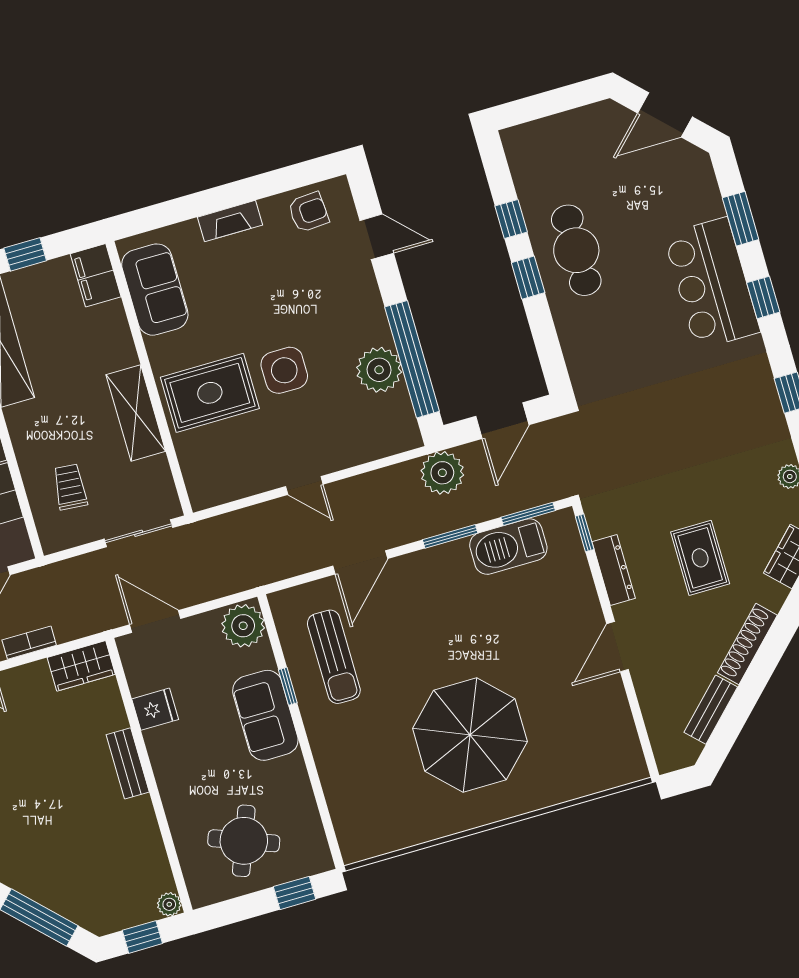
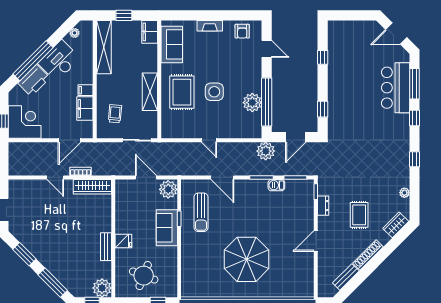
armchair: (308, 212) -> (242, 31), turned 94
window: (741, 219) -> (415, 84), width x1.44
cafe table: (576, 250) -> (345, 77), removed
window: (528, 278) -> (323, 109), moved
bar counter: (712, 283) -> (396, 88), moved
rug: (210, 393) -> (182, 92), turned 90
barbecue: (508, 547) -> (276, 185), width x0.53, depth x0.65
door: (360, 562) -> (222, 177), hinge flipped
dresser: (614, 570) -> (323, 206), width x0.70
door: (155, 622) -> (146, 177), moved
wardrobe: (81, 666) -> (92, 187), width x1.50
fridge: (155, 709) -> (123, 241), moved
bench: (128, 763) -> (106, 247), moved
plant: (169, 904) -> (102, 288), width x1.88, depth x1.88

